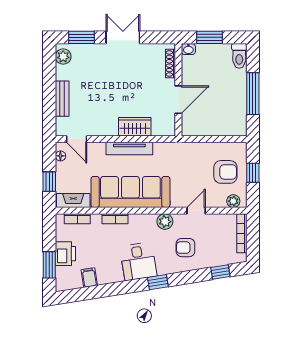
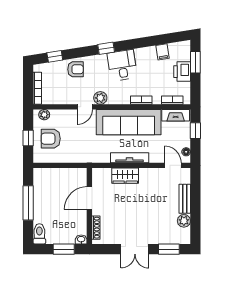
plant: (63, 57) -> (184, 221), moved
door: (196, 211) -> (85, 107), moved
armchair: (185, 248) -> (75, 69), moved

